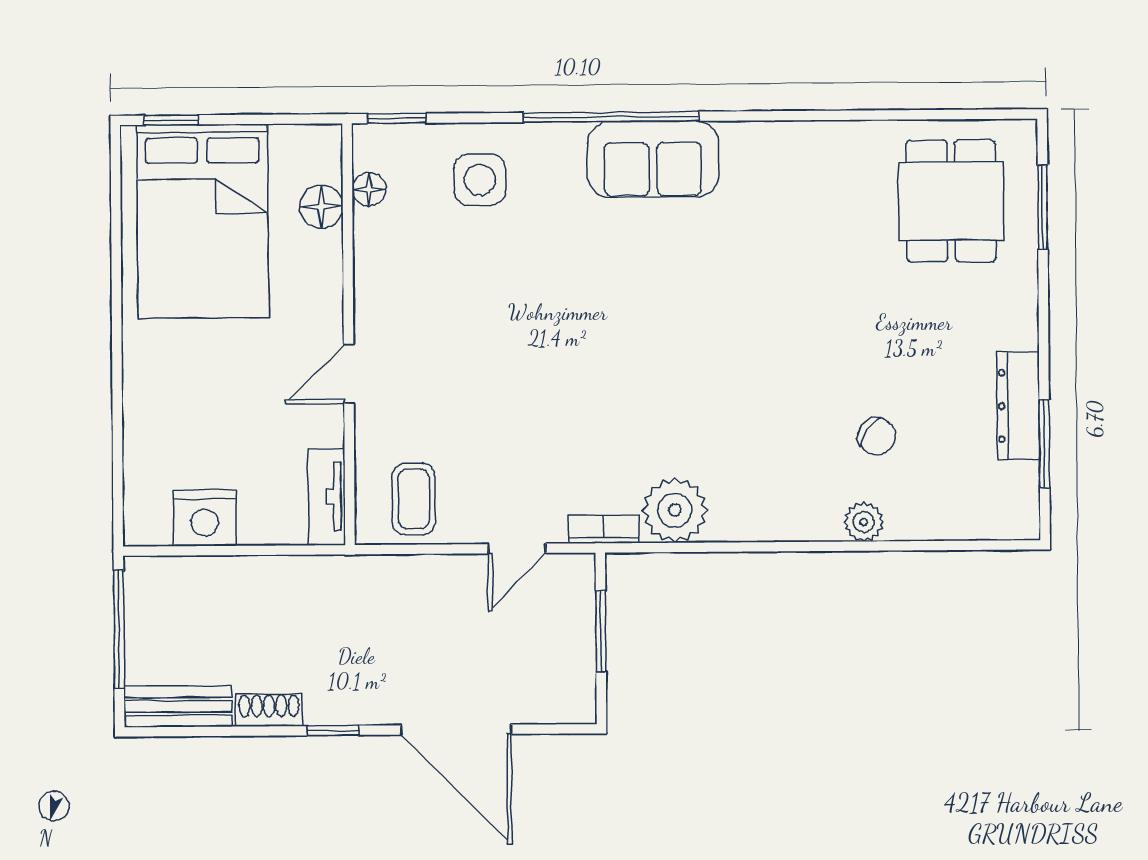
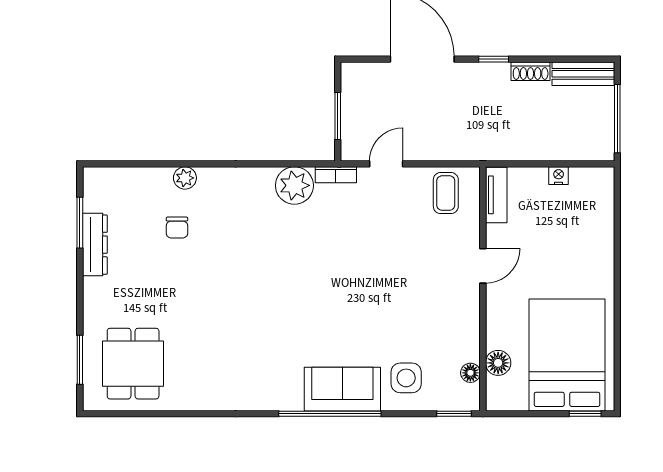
sofa: (653, 159) -> (342, 389), moved
chair: (877, 436) -> (177, 228), turned -125
nightstand: (205, 518) -> (559, 176), width x0.53, depth x0.56

